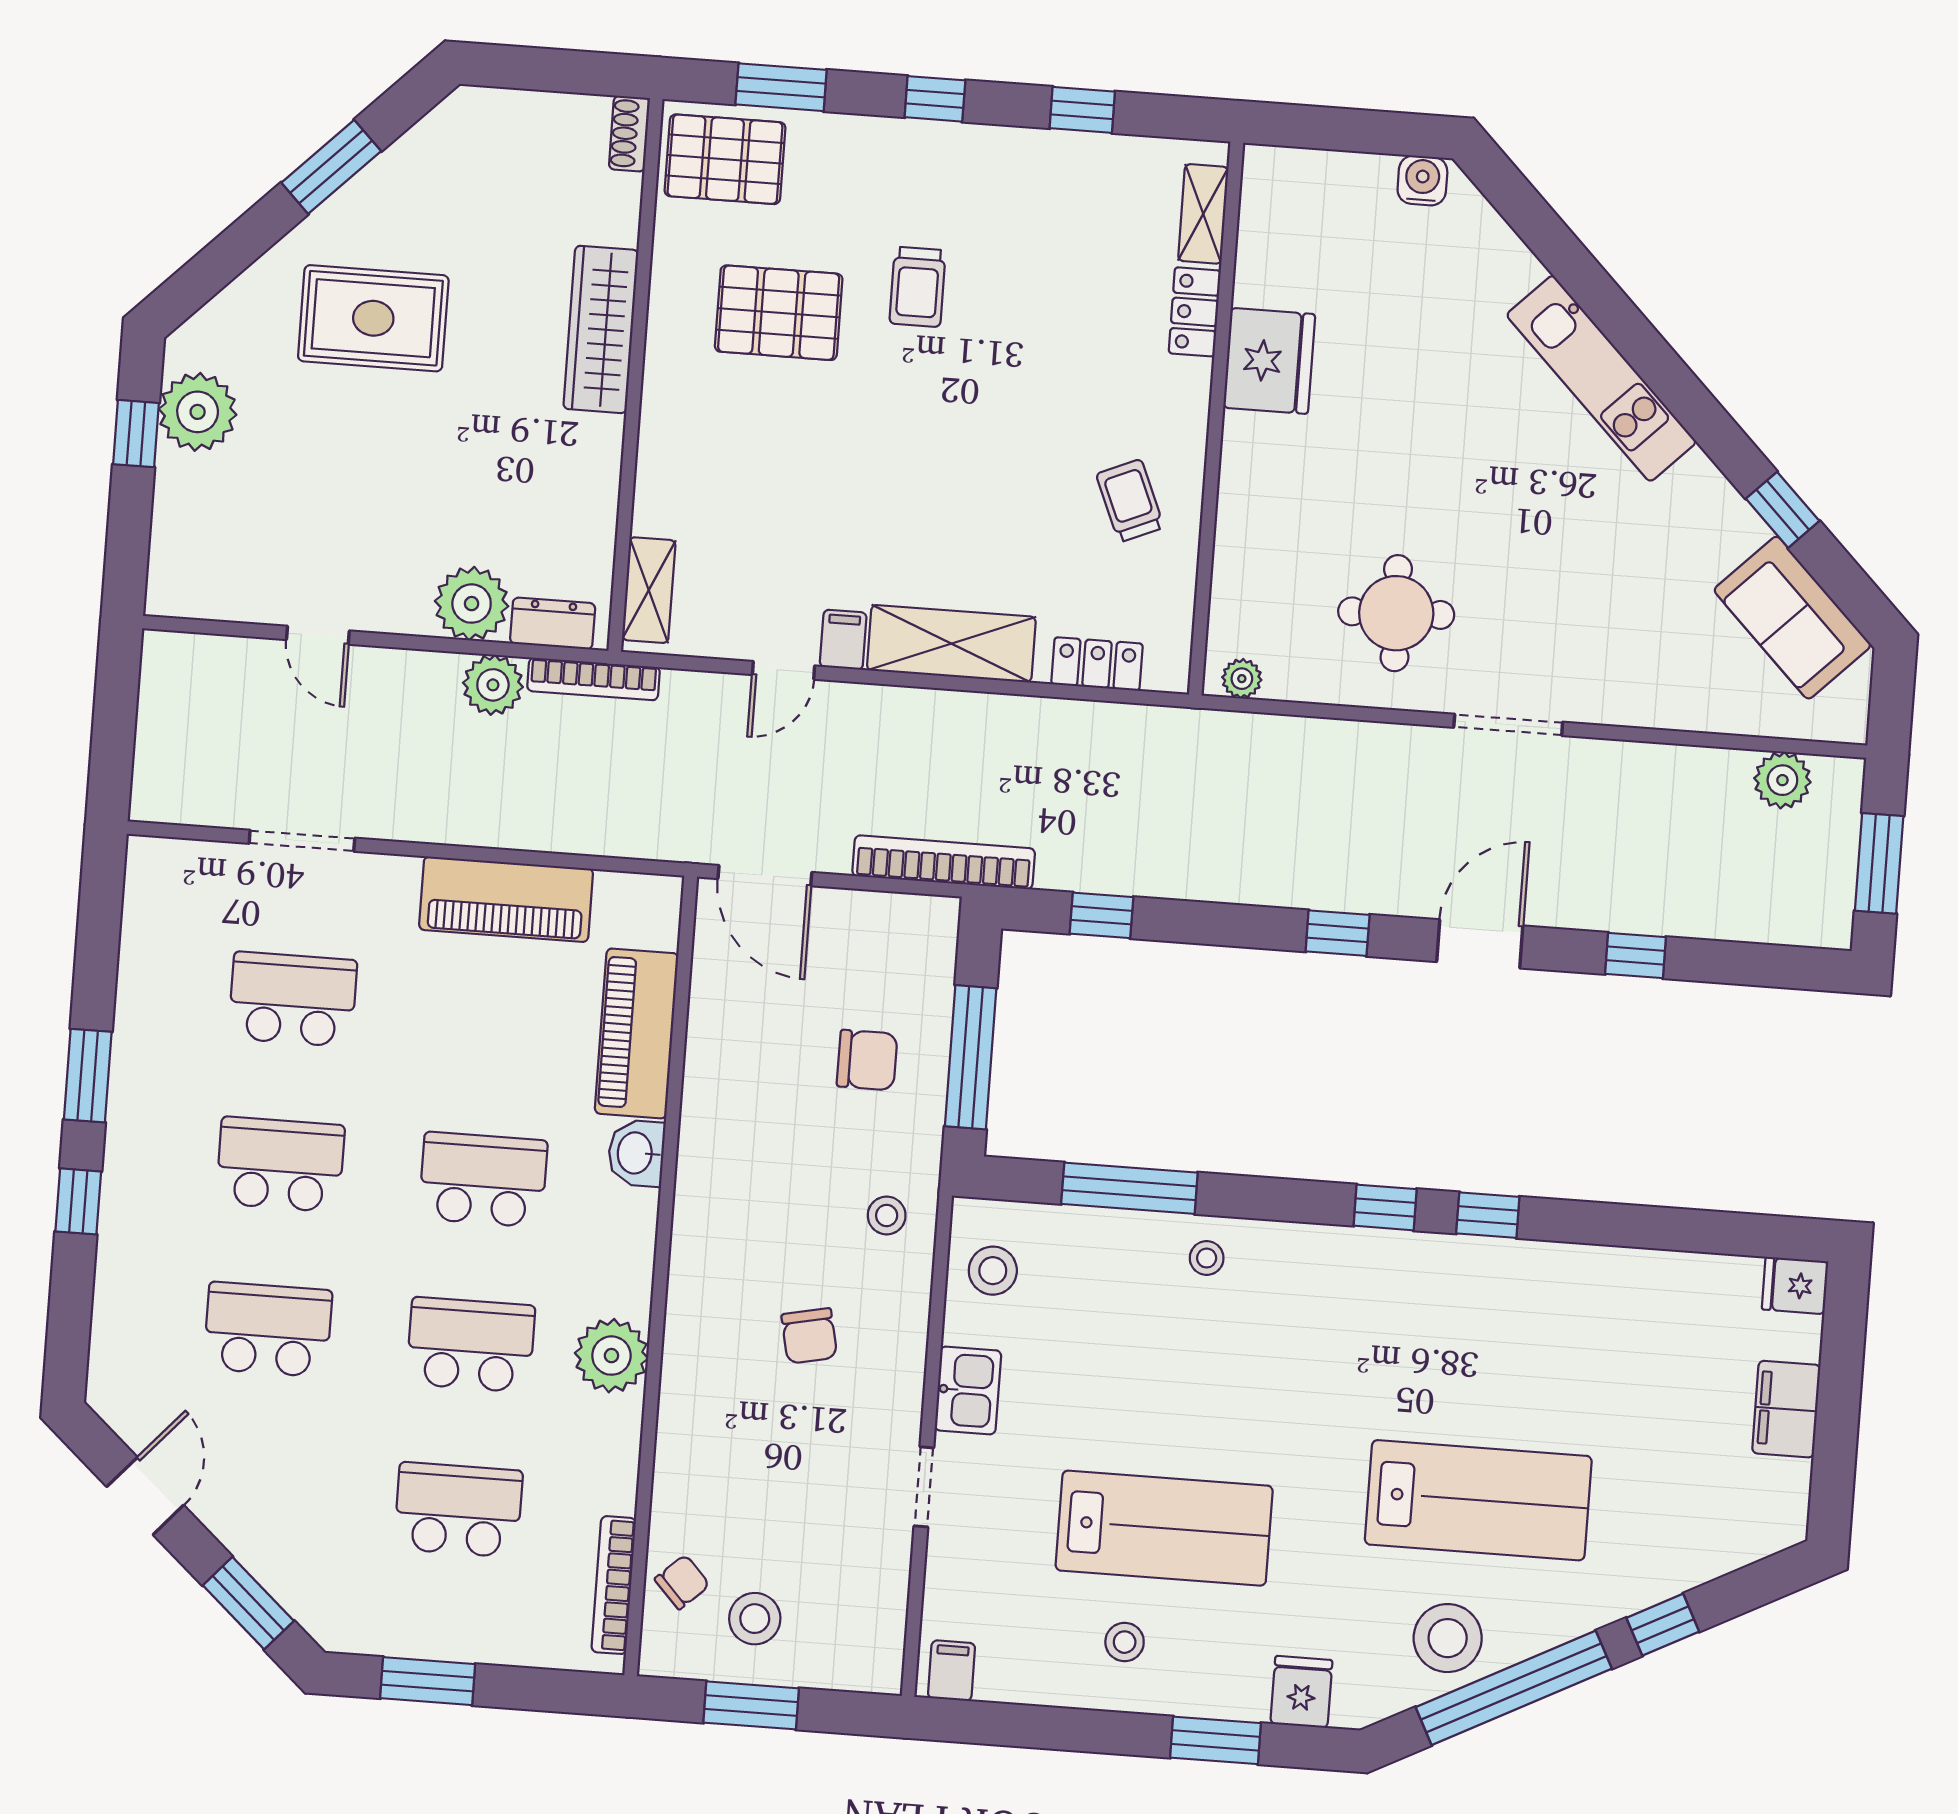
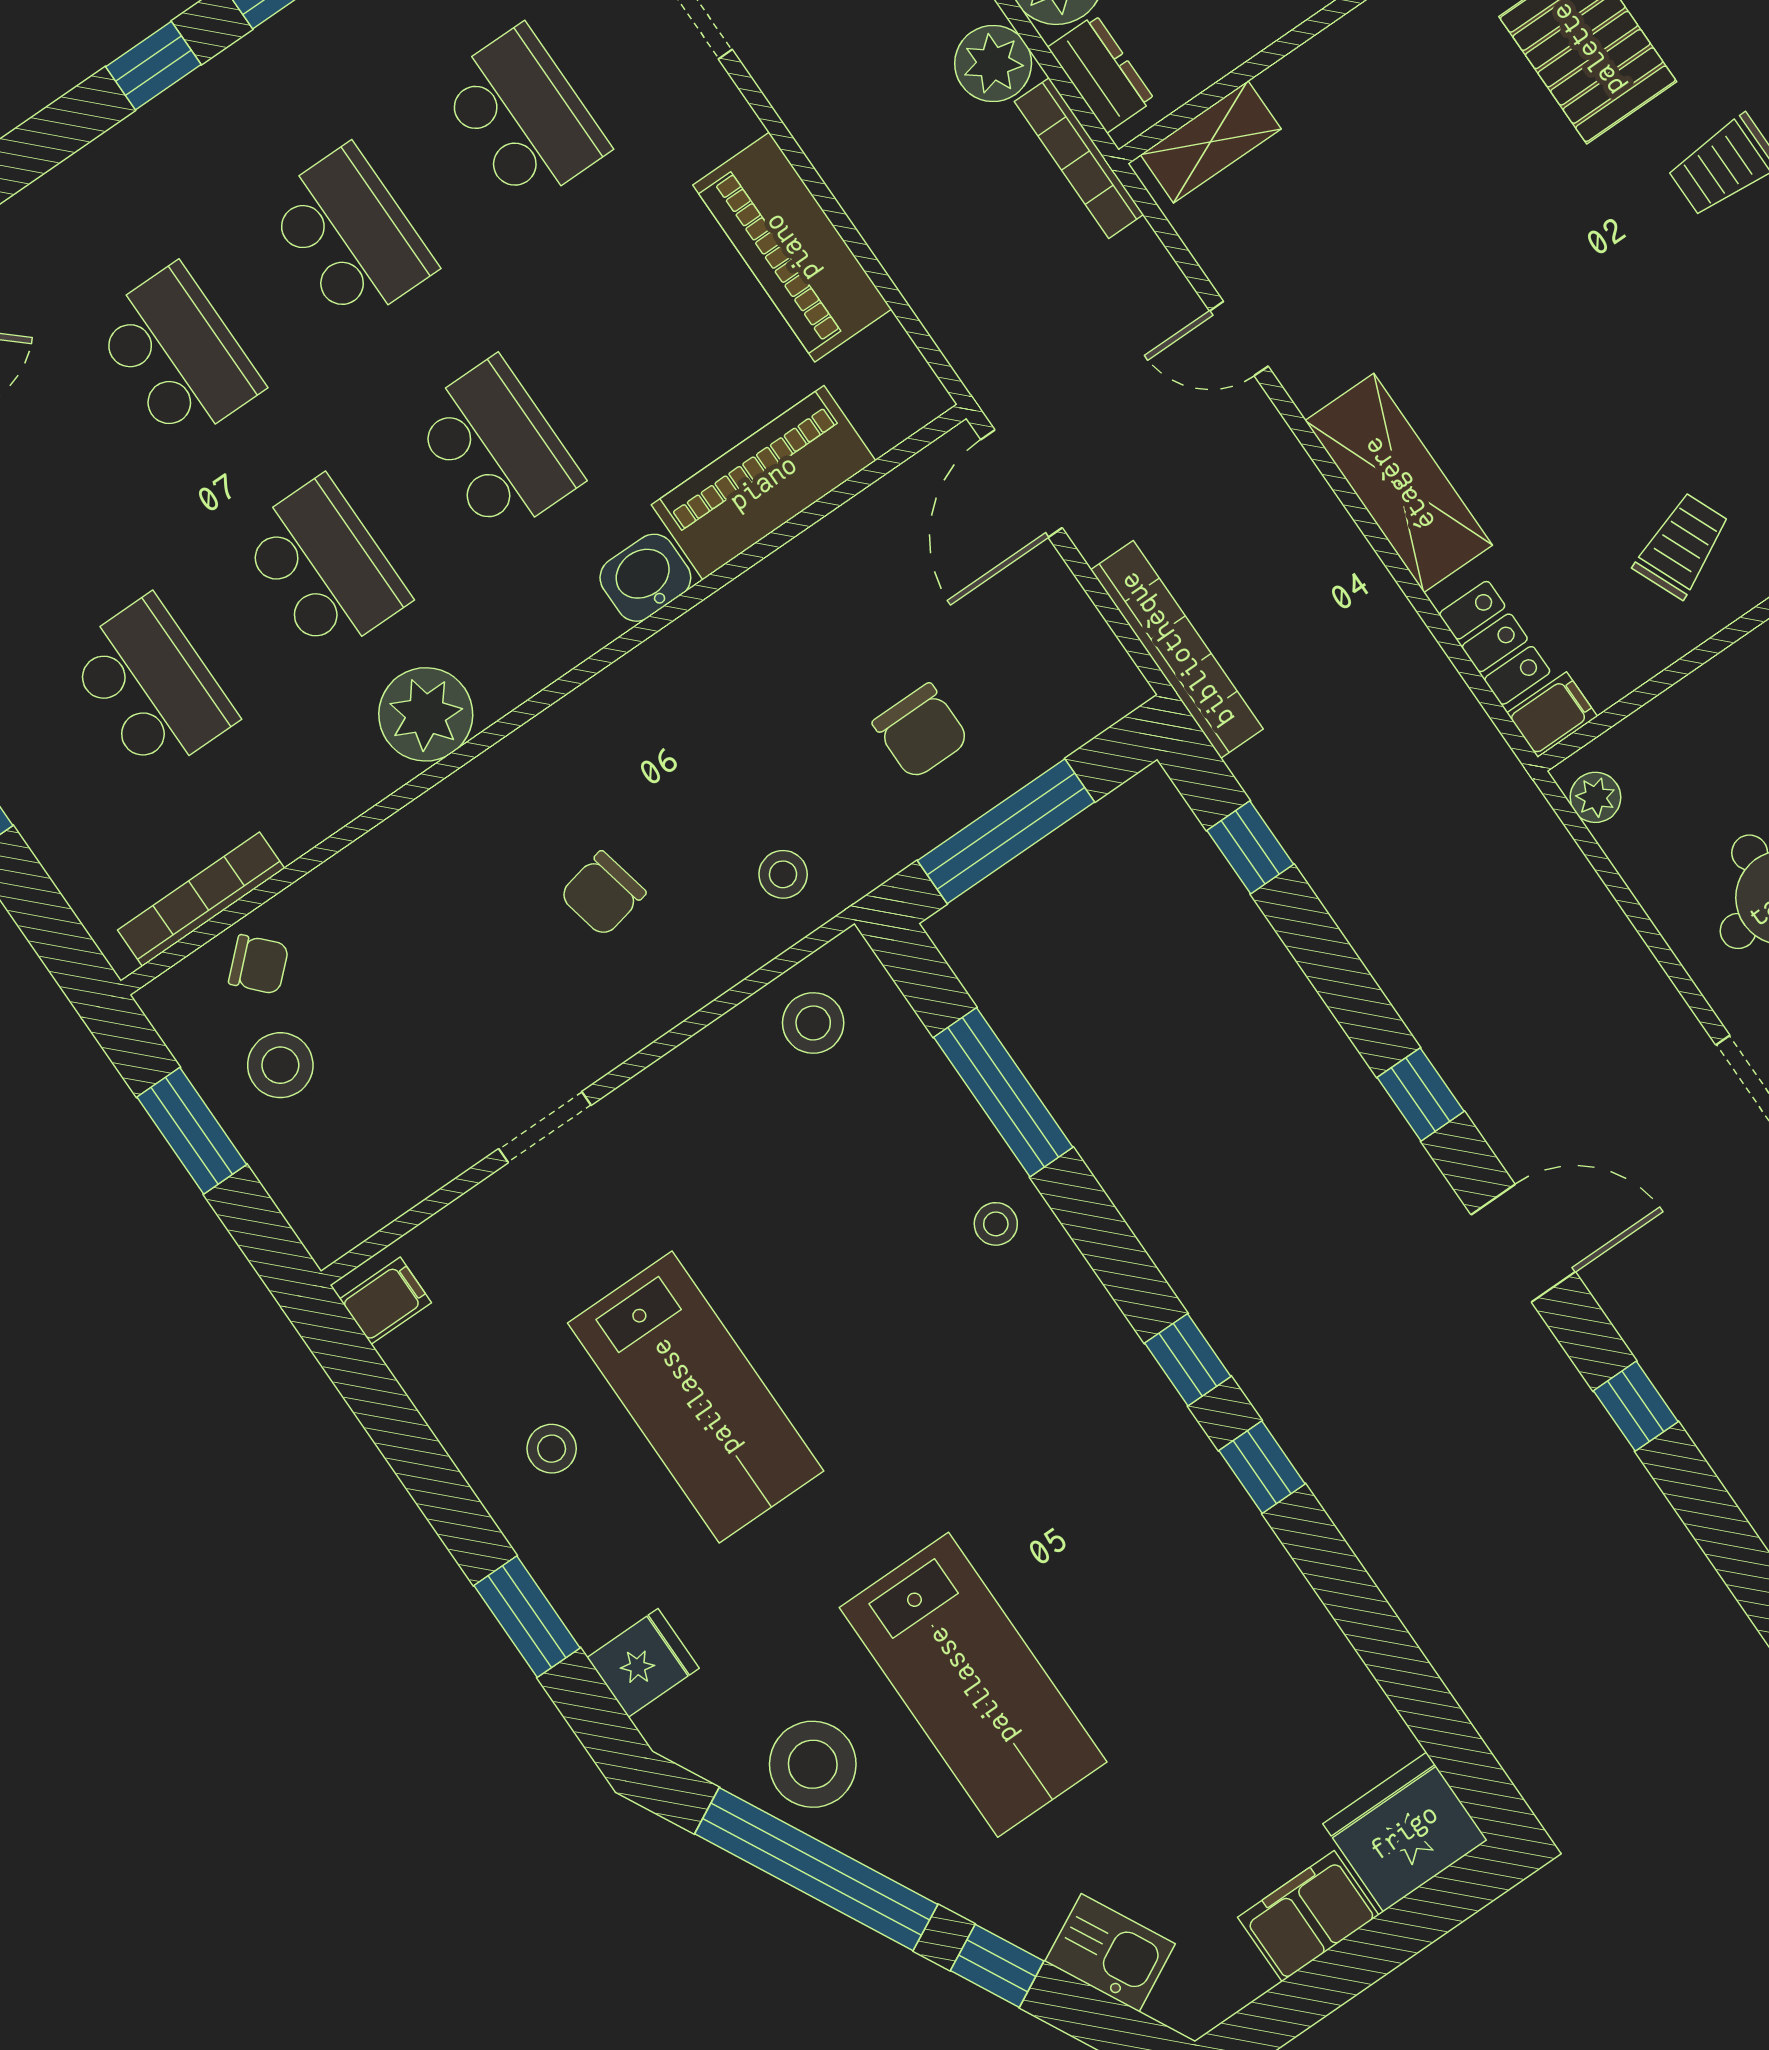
filing cabinet: (843, 640) -> (1552, 715), moved
fridge: (1795, 1285) -> (1405, 1832), width x1.88, depth x1.34
kitchen sink: (968, 1390) -> (1110, 1953), moved, turned -117

